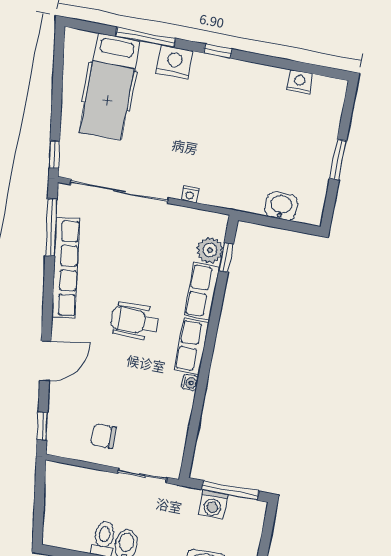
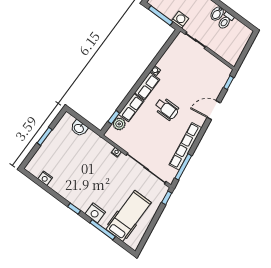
chair: (104, 436) -> (204, 65), removed
washing machine: (213, 505) -> (180, 20), moved

